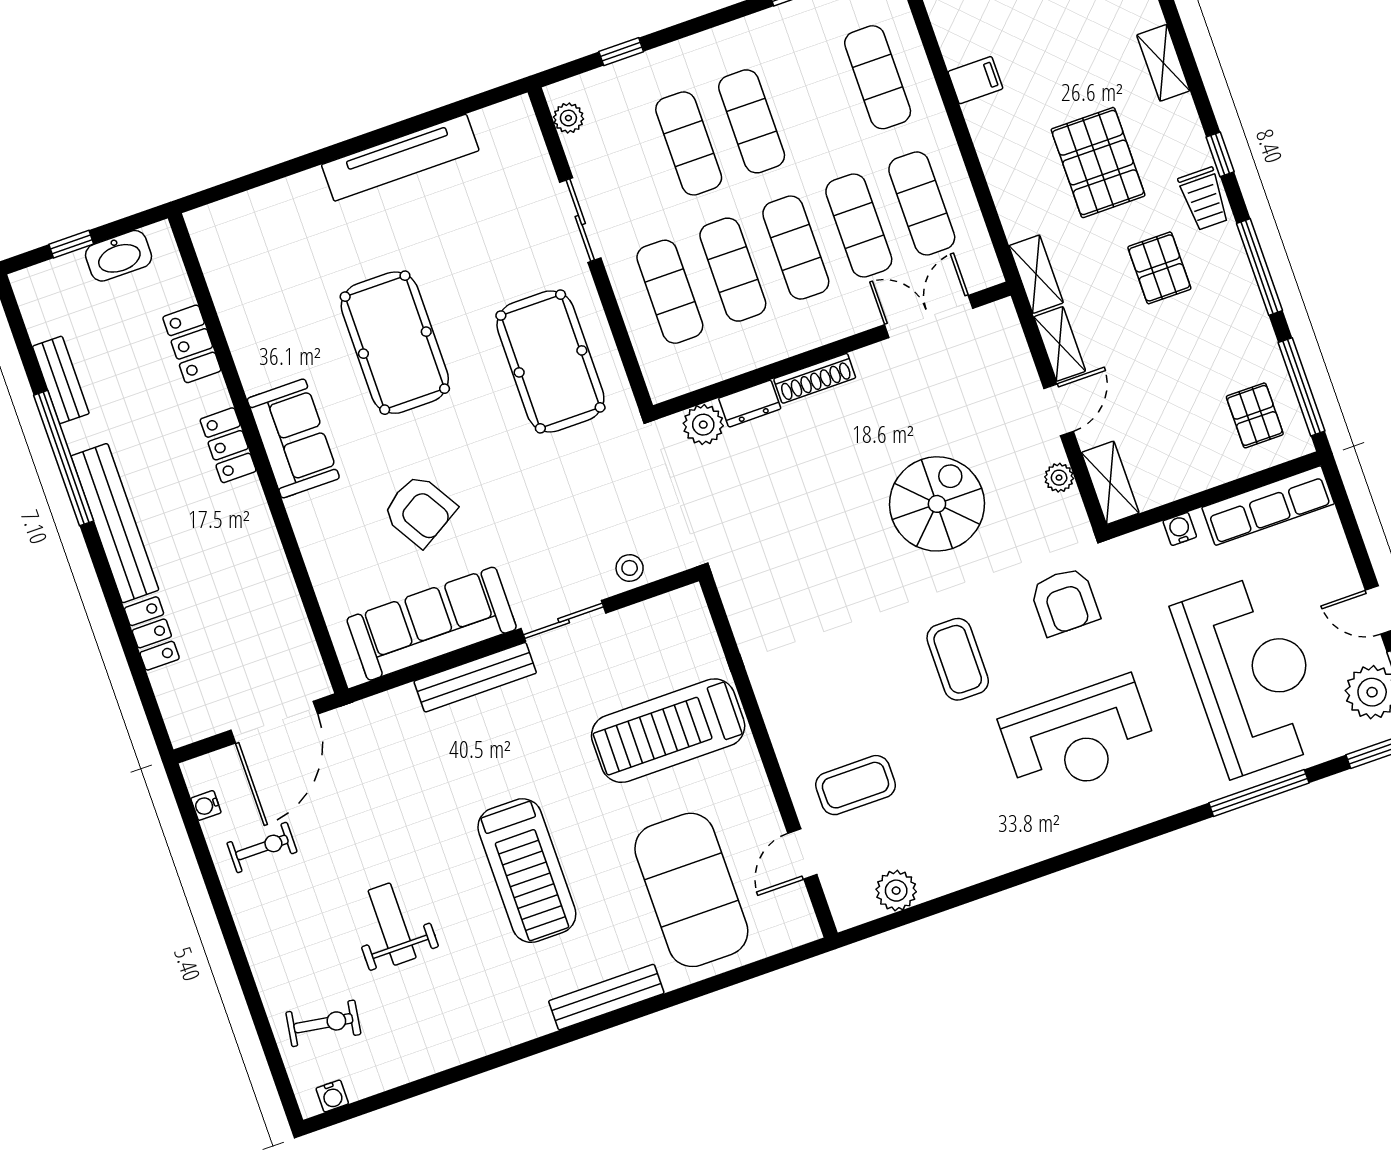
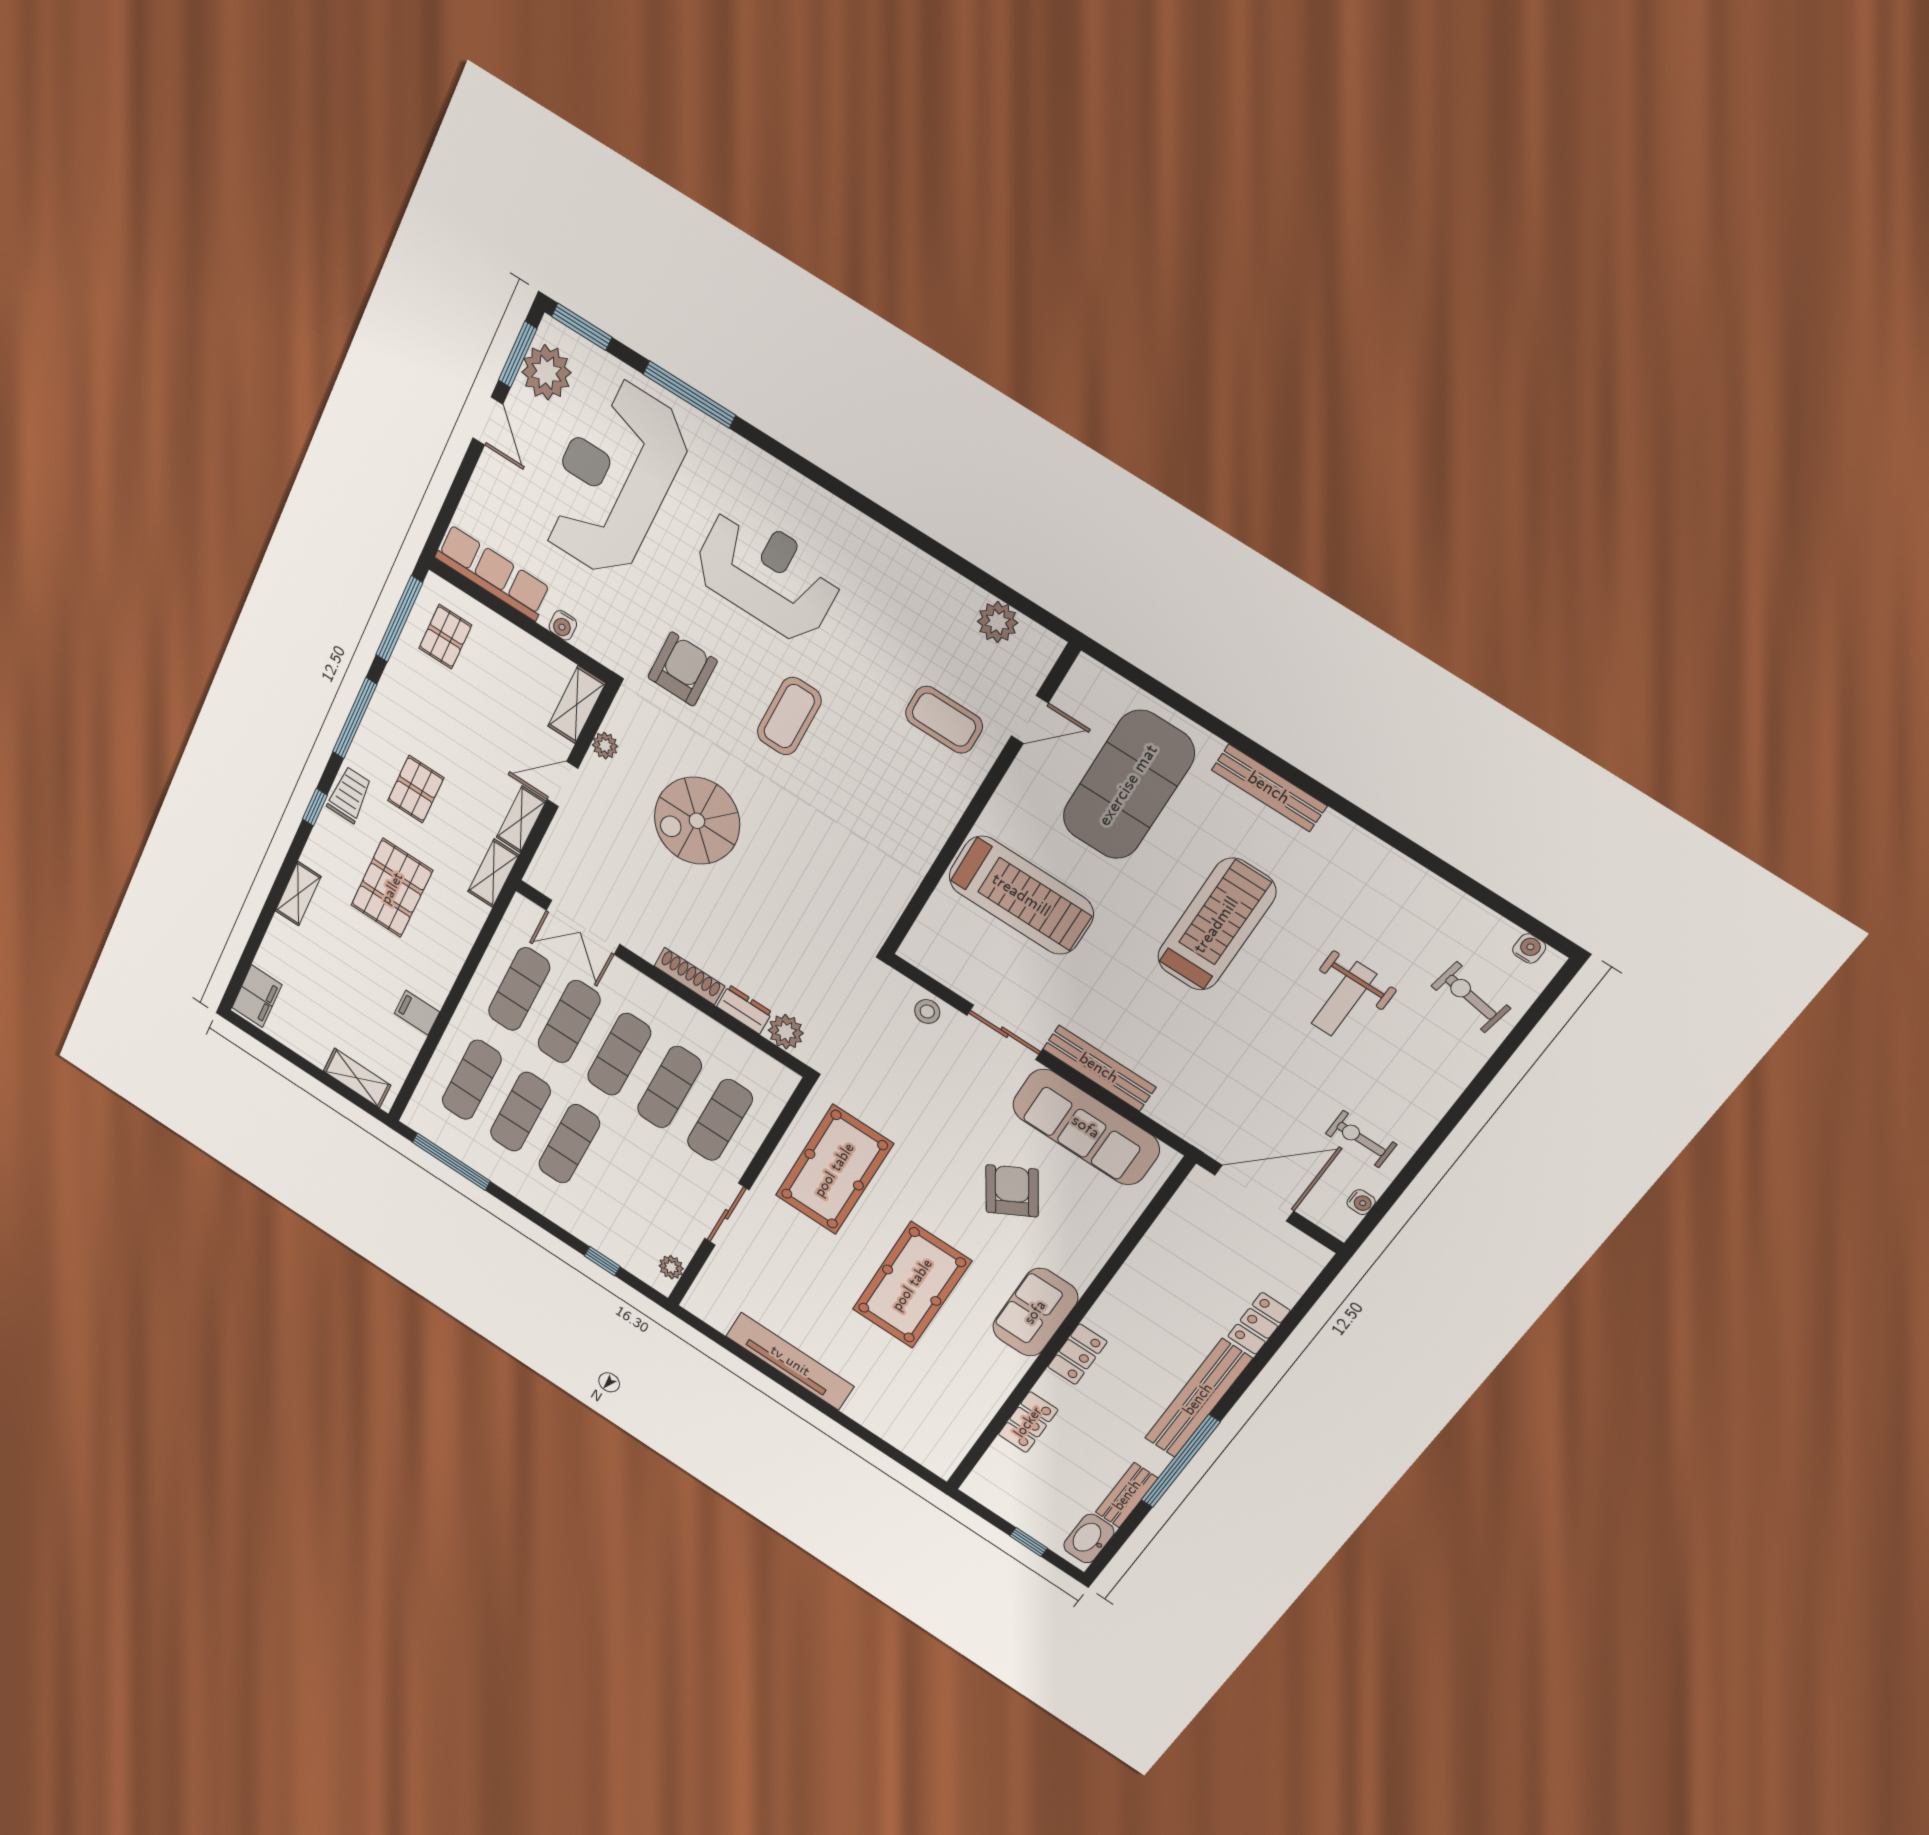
exercise mat: (689, 143) -> (520, 1112), moved
washbasin: (119, 256) -> (1089, 1539), moved, turned -90

